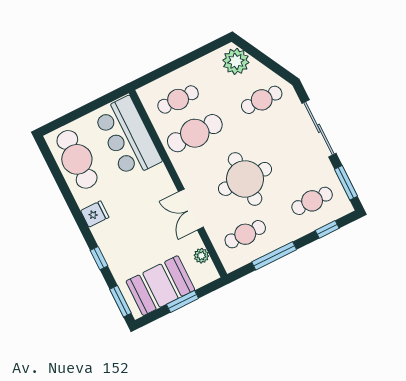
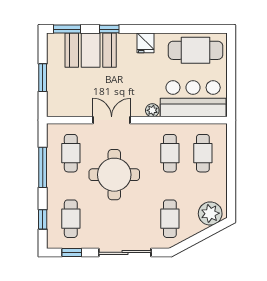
cafe table: (195, 133) -> (170, 153), width x0.73, depth x0.74
window: (346, 183) -> (72, 252), width x0.67
plant: (201, 256) -> (152, 110), moved
booth: (160, 286) -> (91, 50), moved, turned 90

